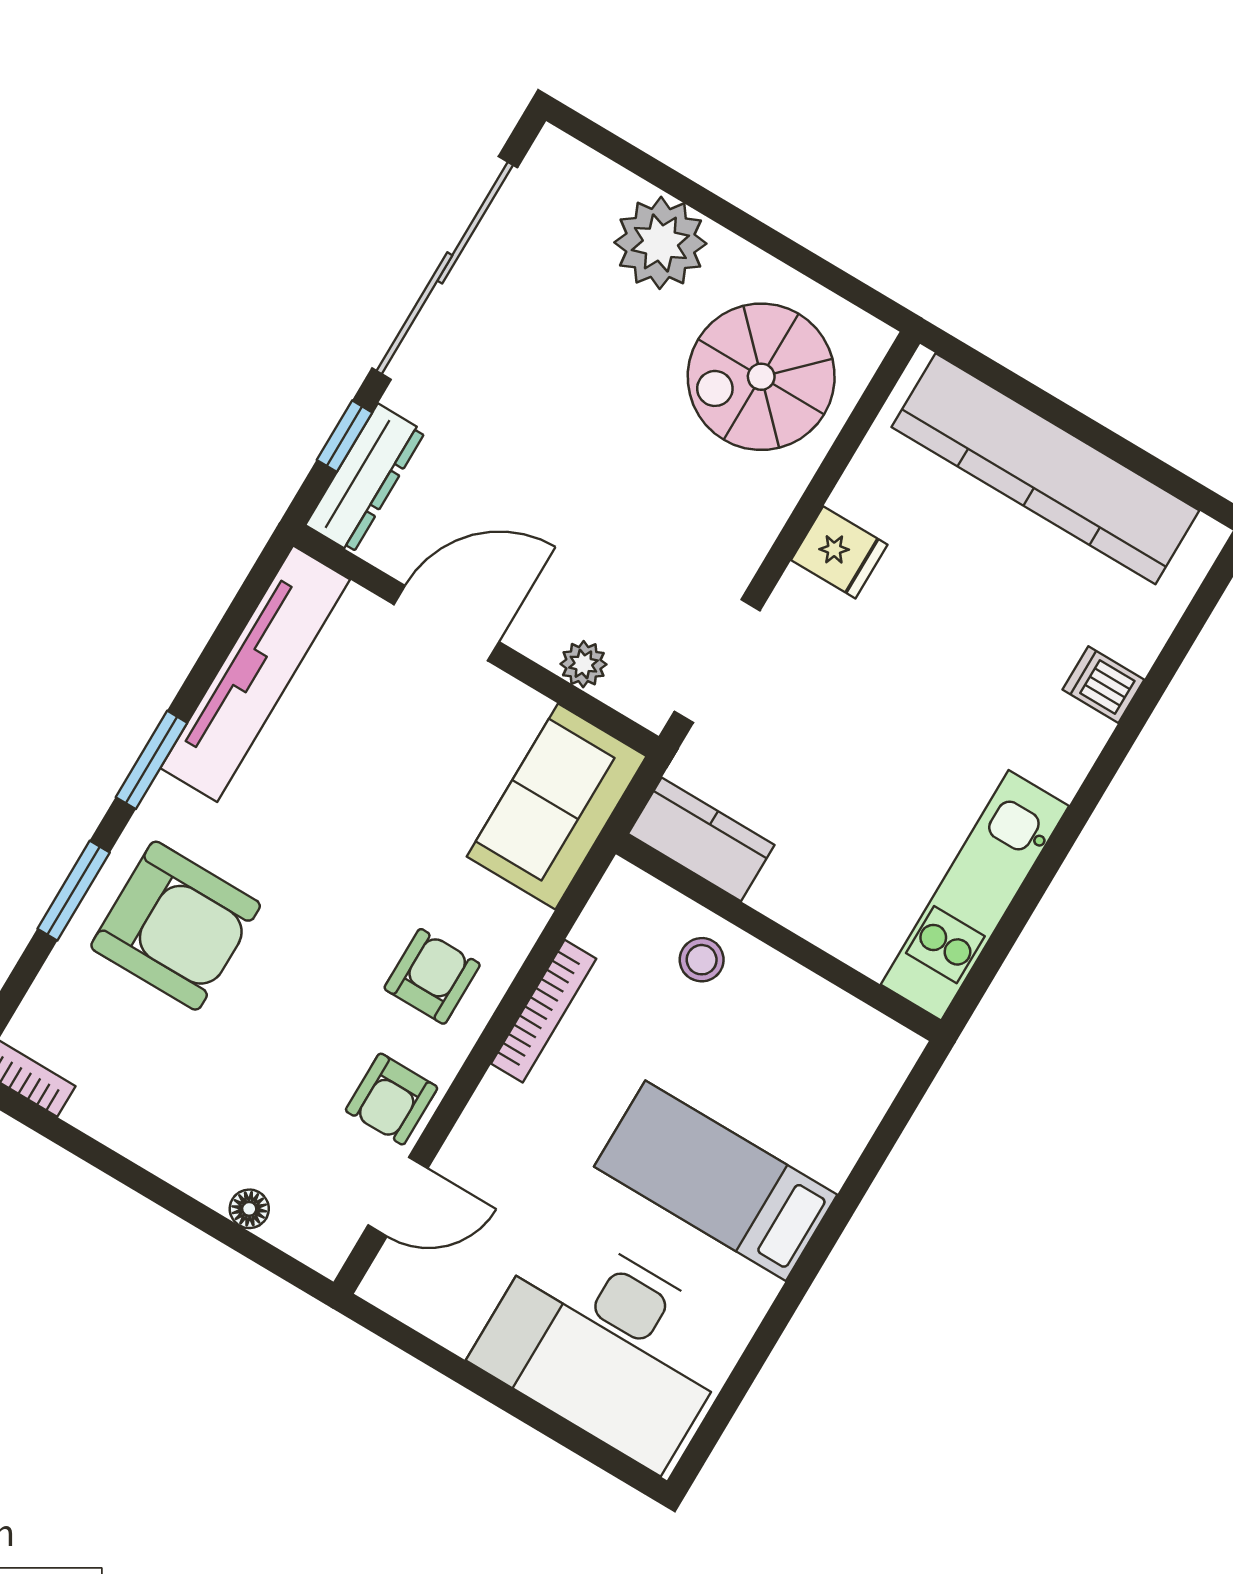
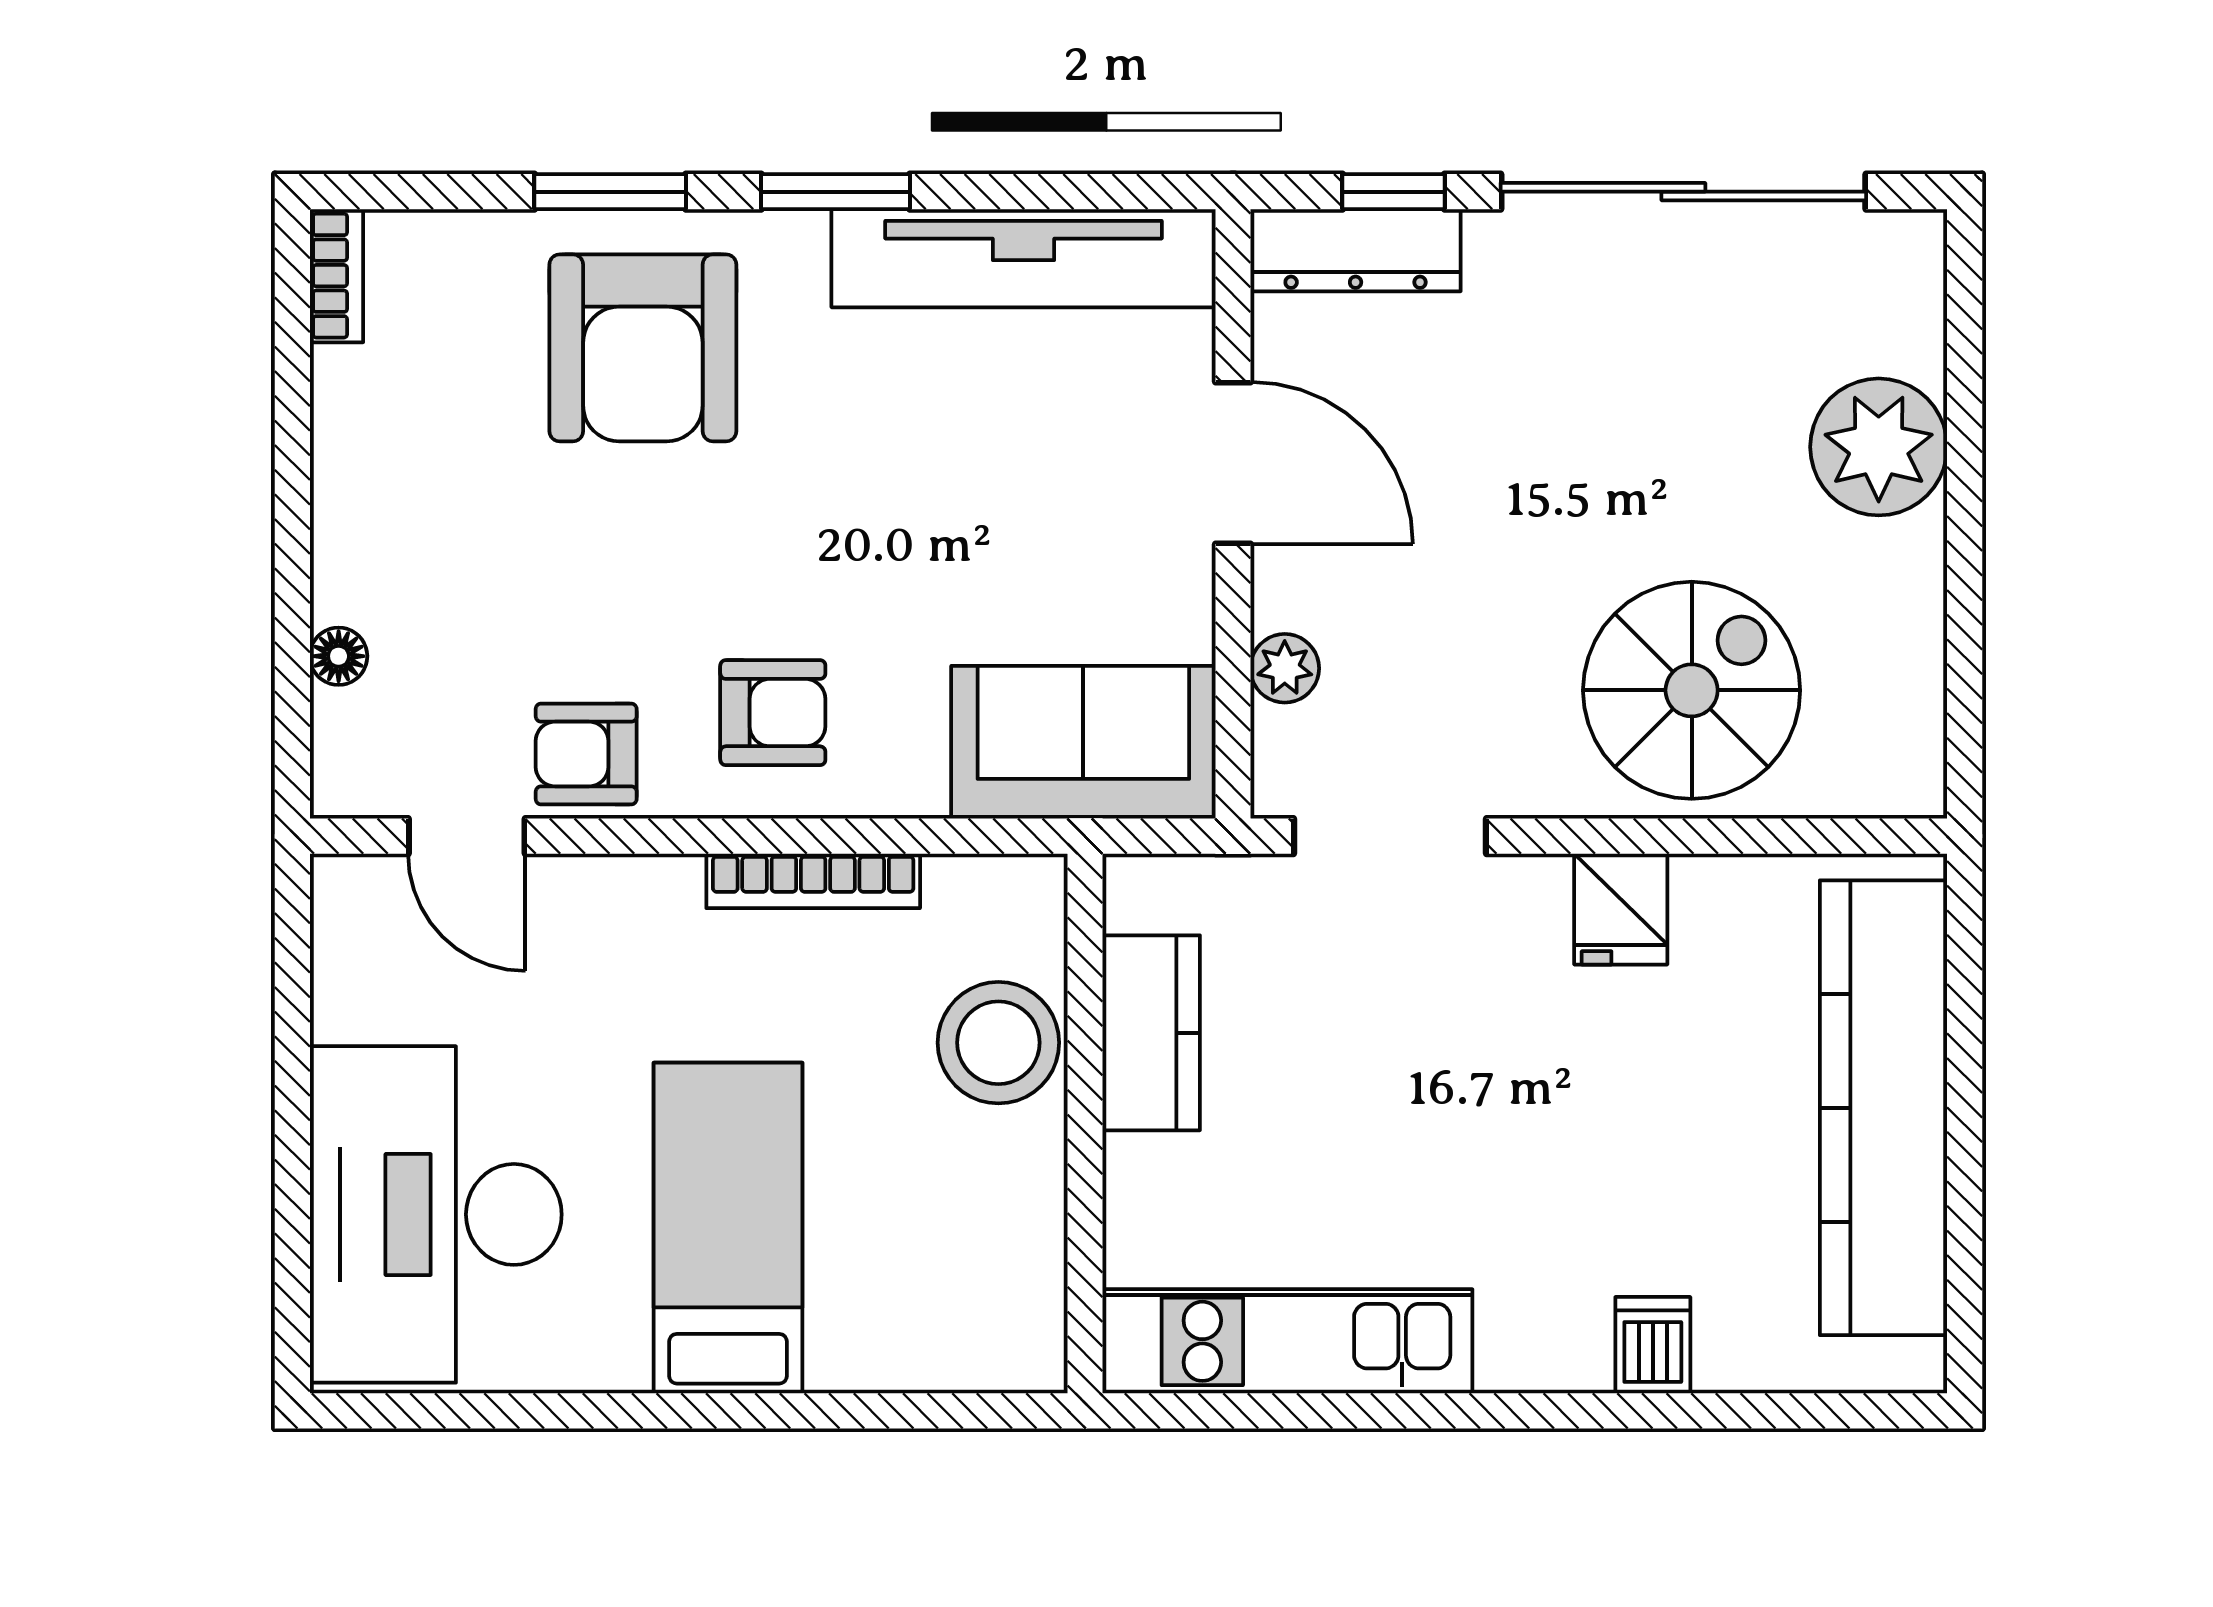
spiral stairs: (761, 377) -> (1692, 690), moved, turned 90
kitchen counter: (701, 839) -> (1151, 1033), moved
stool: (702, 960) -> (998, 1043), width x1.89, depth x1.89

